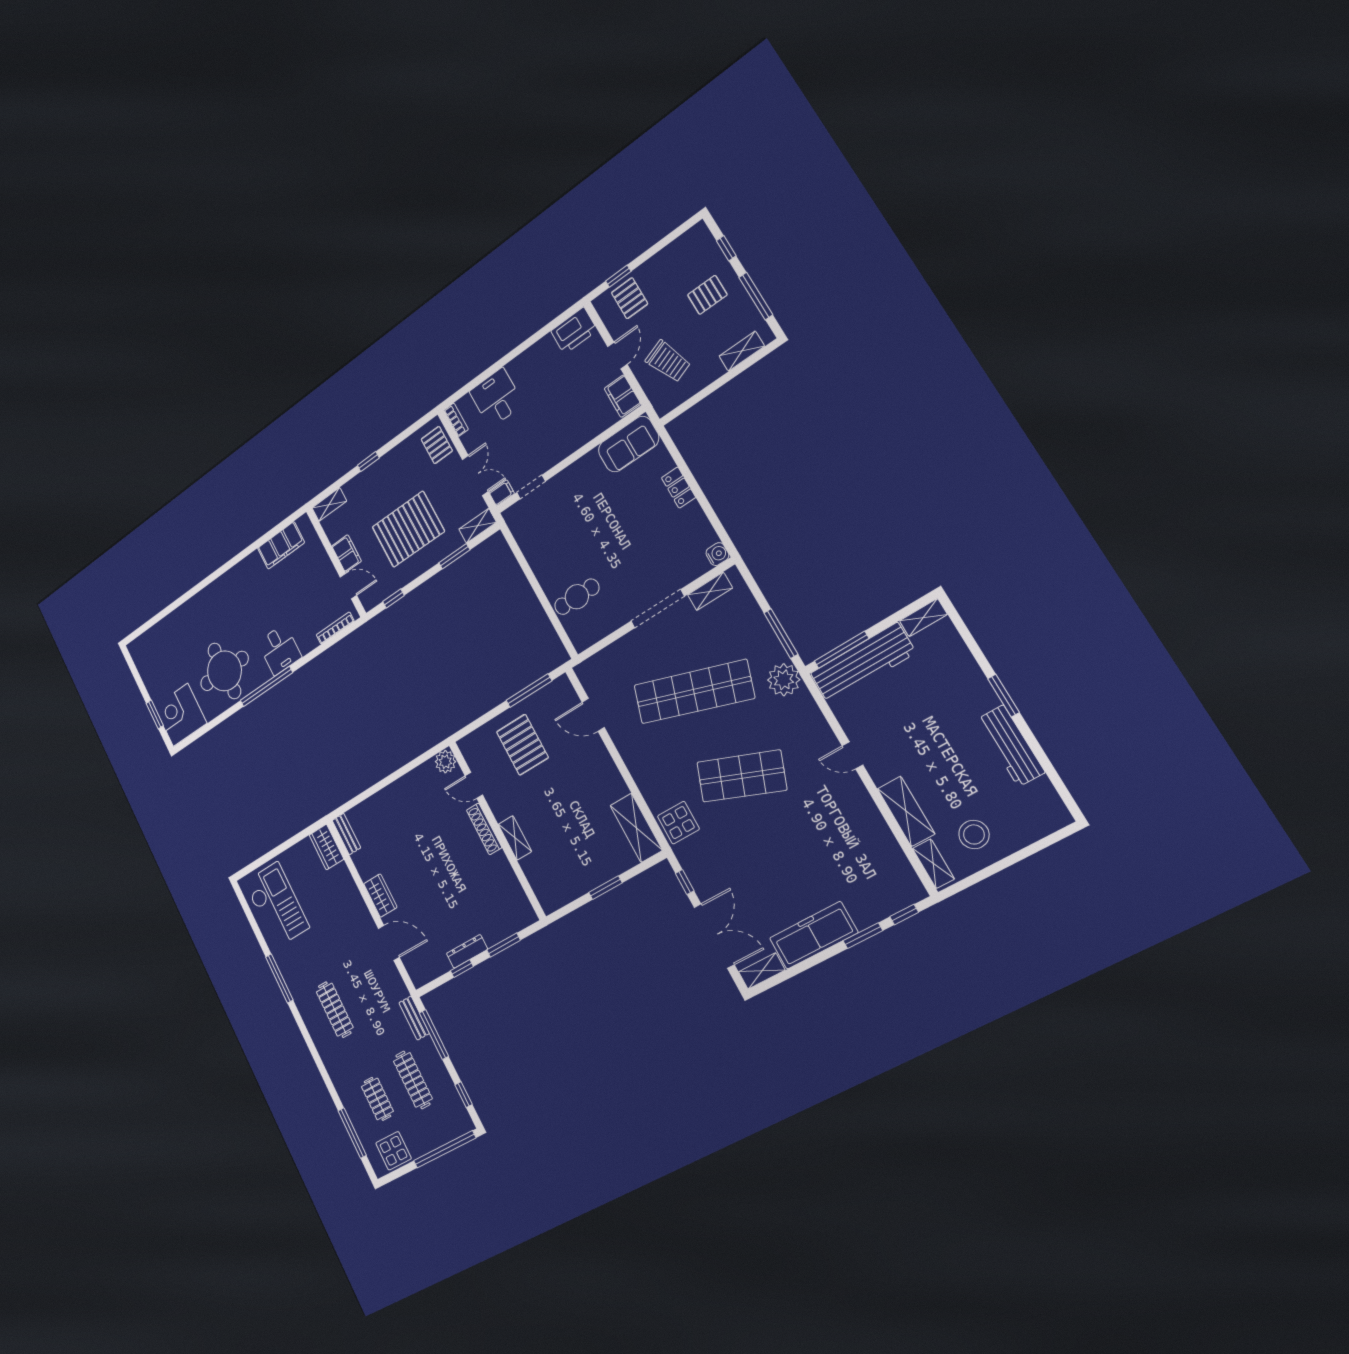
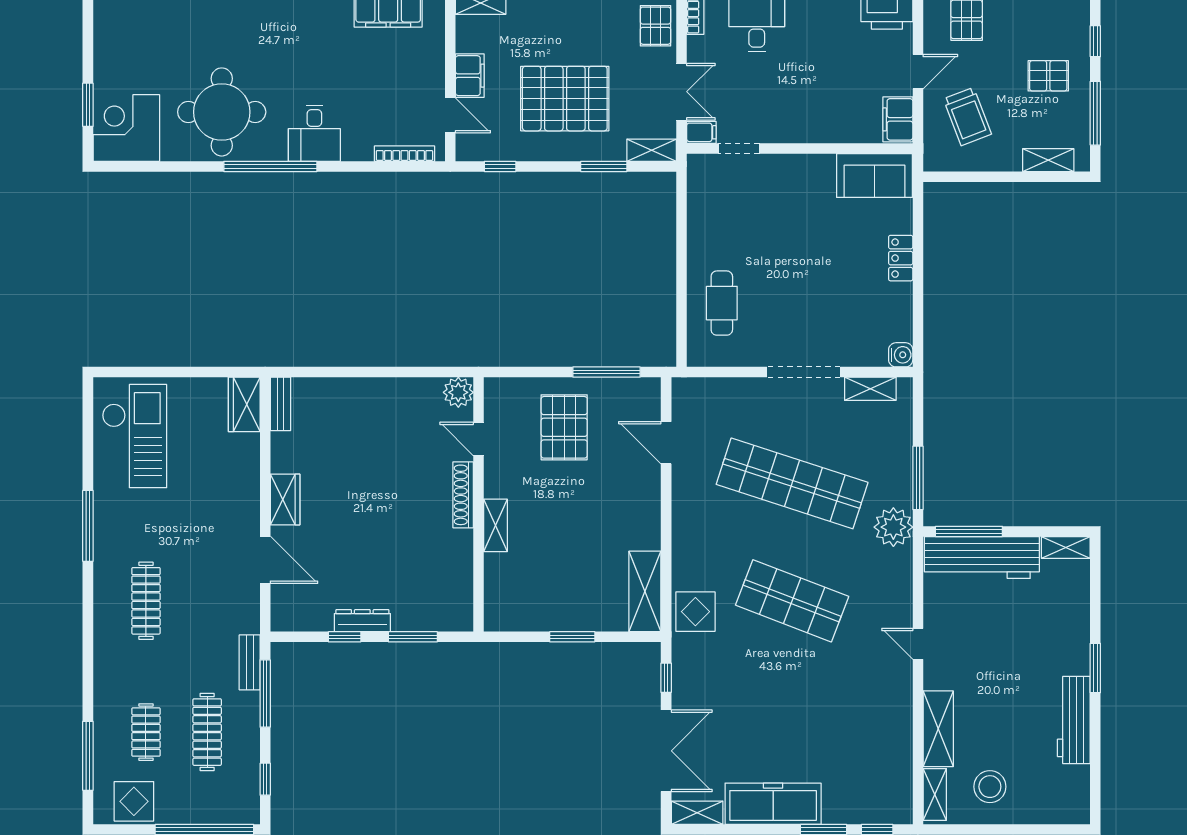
cafe table: (577, 597) -> (722, 303), turned 90

